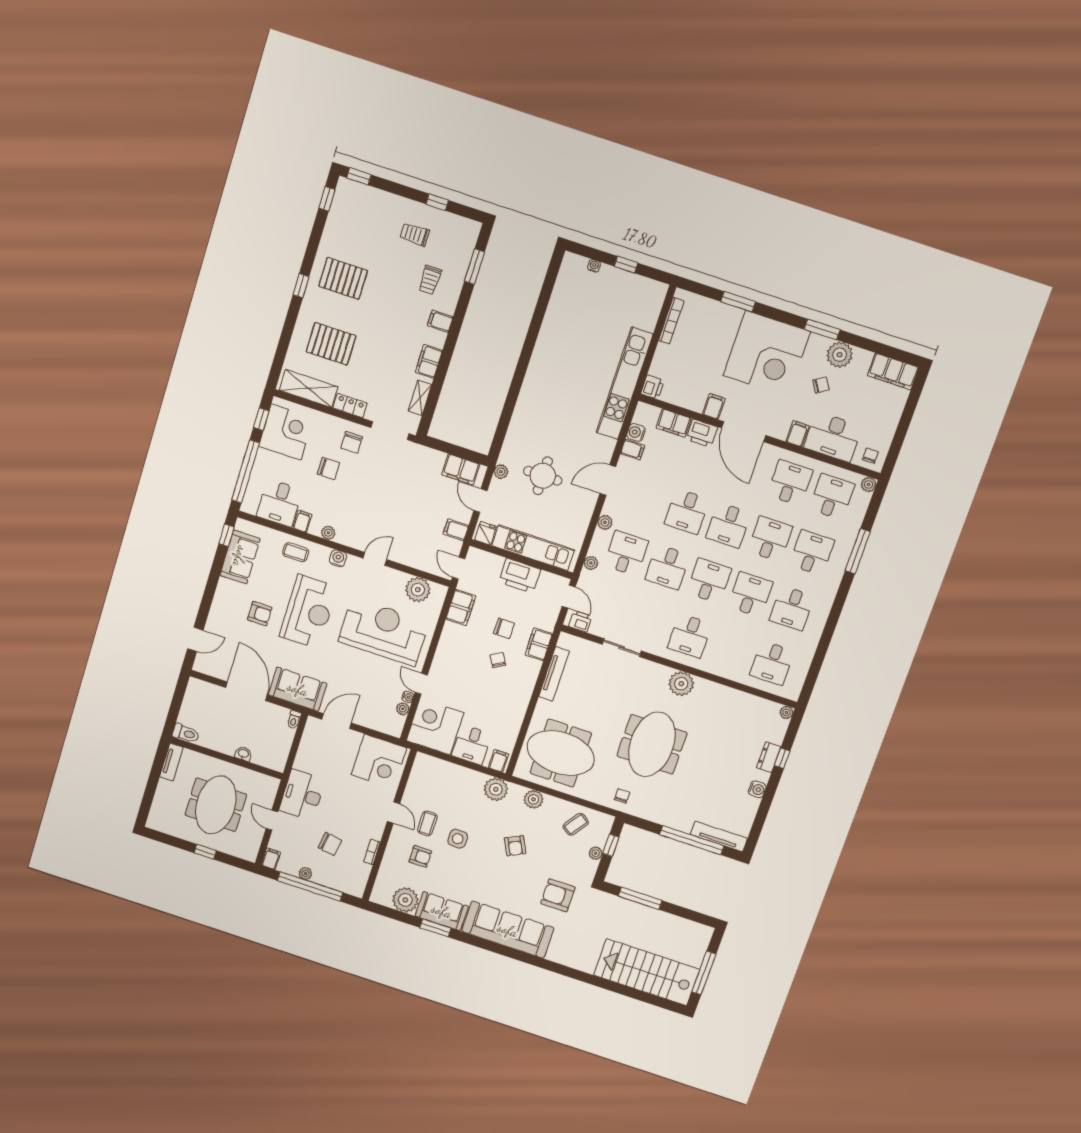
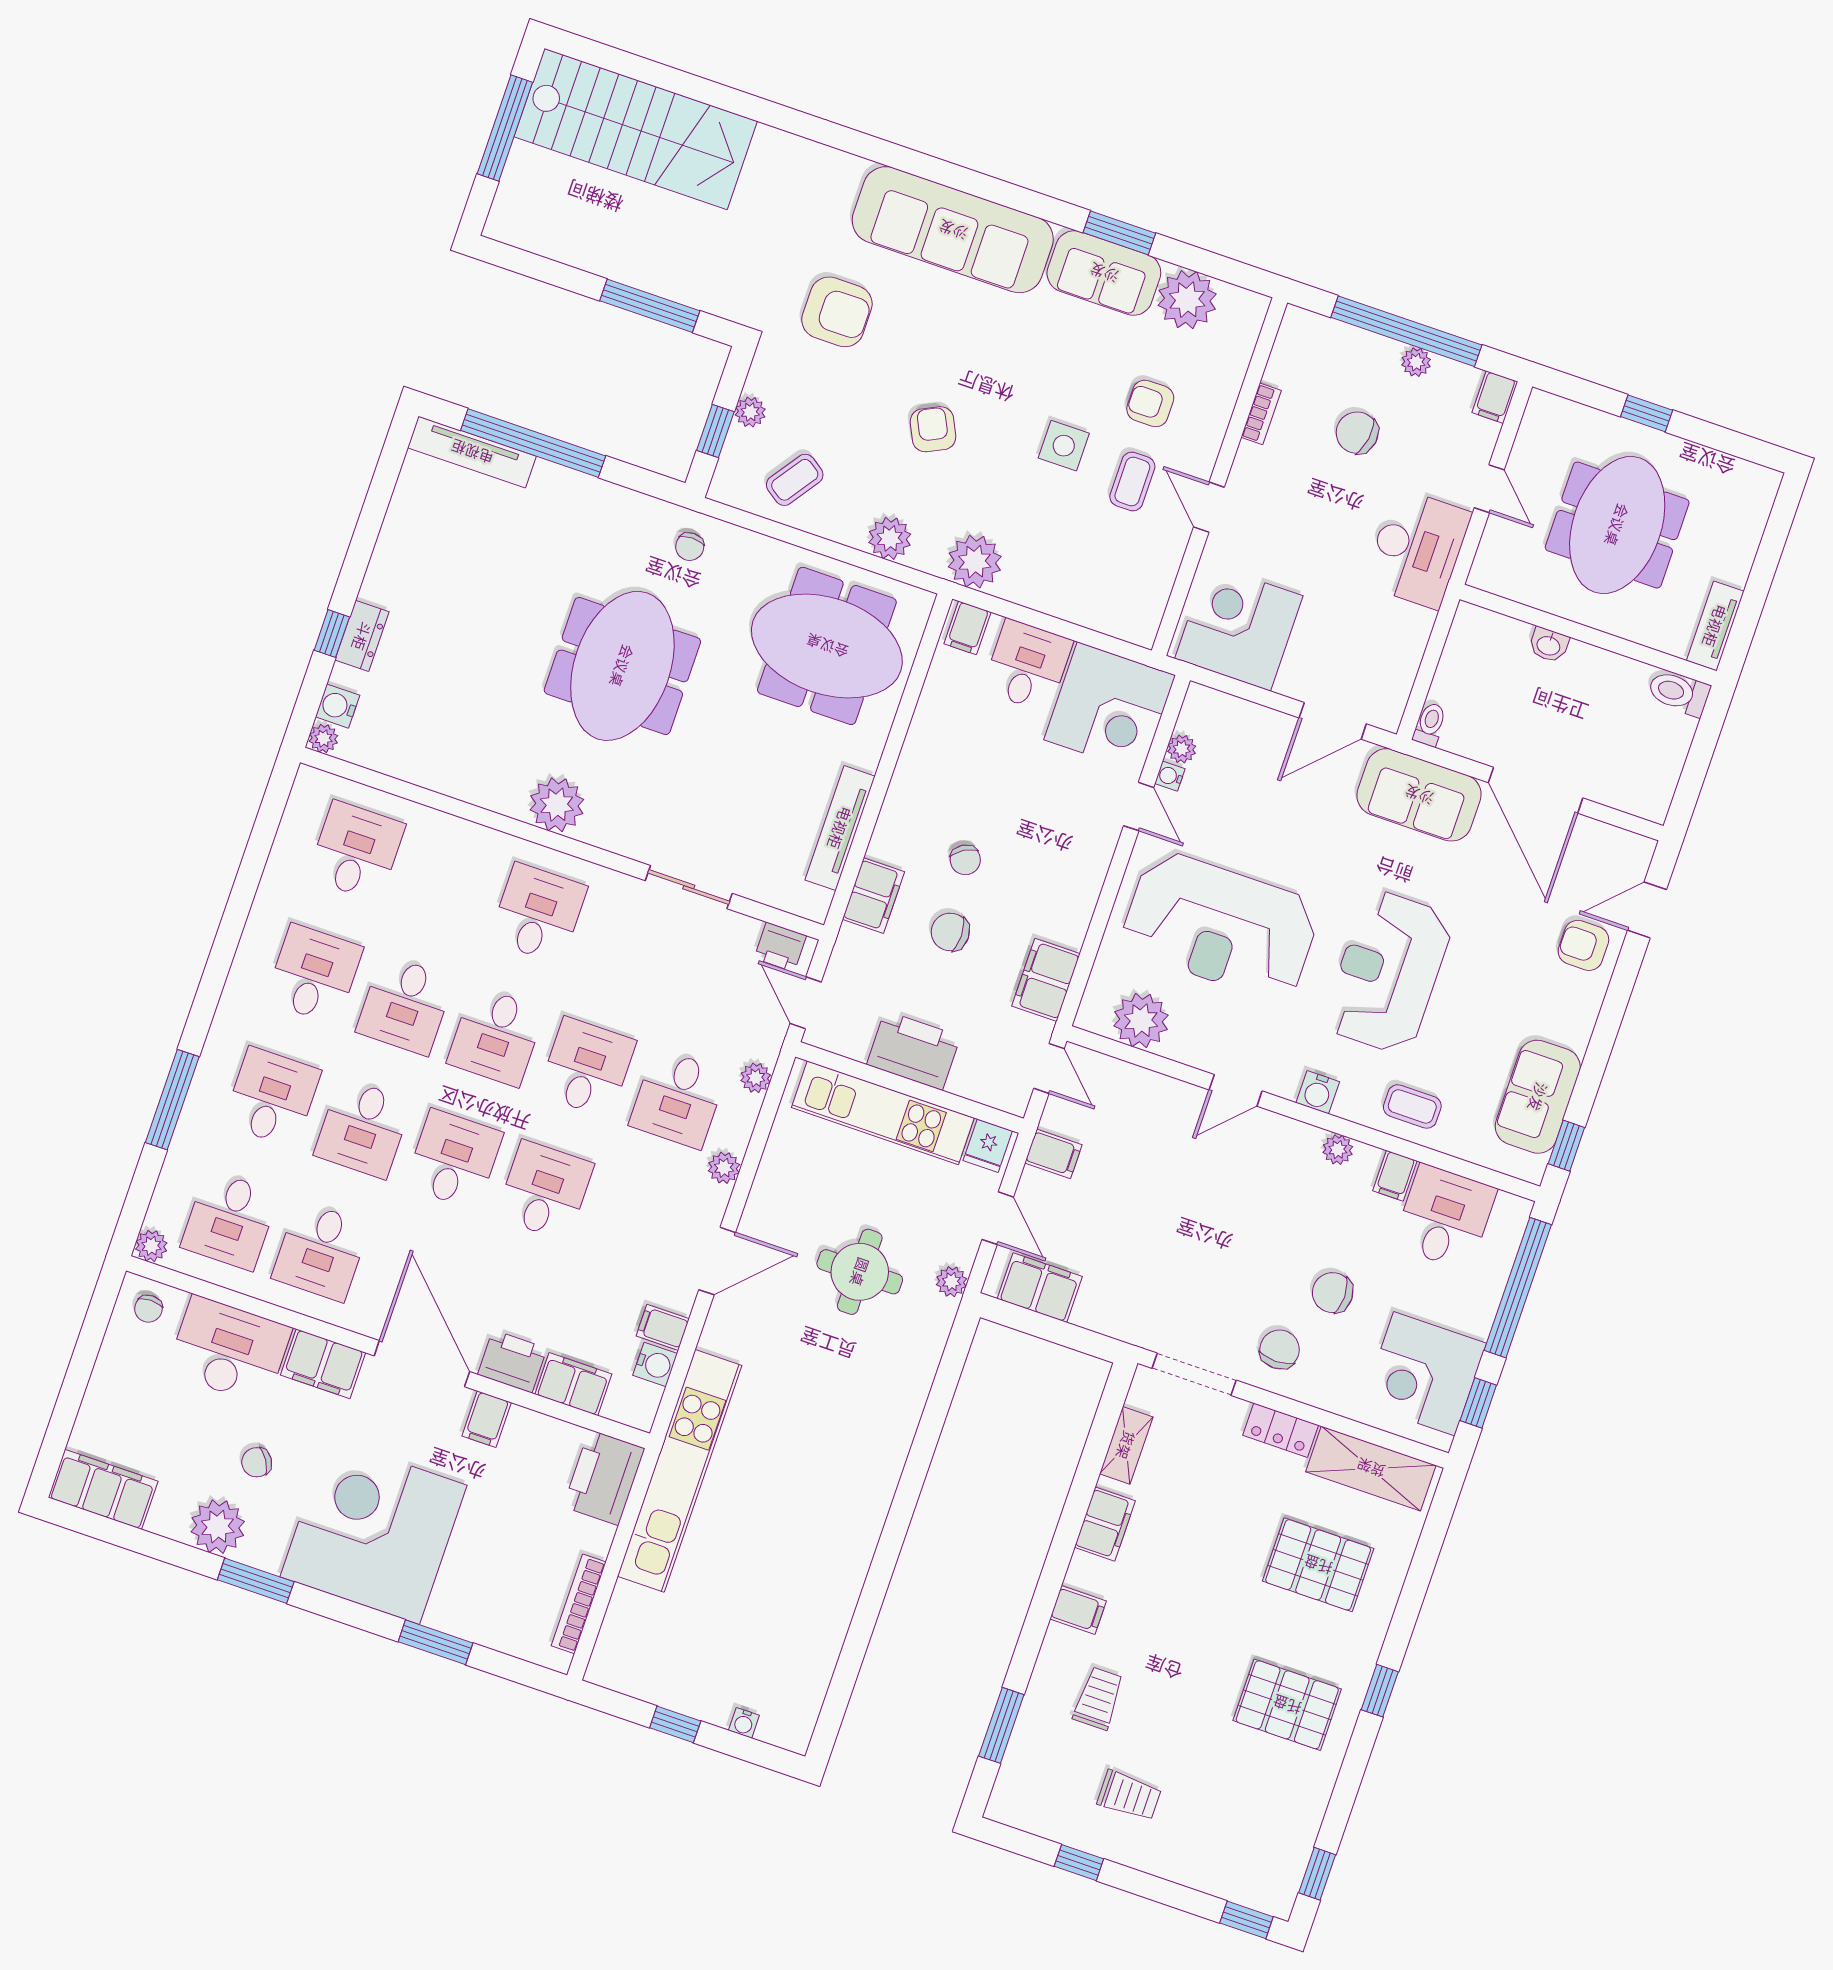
printer: (652, 387) -> (604, 1477), width x1.87, depth x1.48
filing cabinet: (798, 434) -> (323, 1364), width x2.00
desk: (812, 553) -> (272, 1097), turned 180
armchair: (260, 614) -> (1583, 945), moved
water cooler: (757, 789) -> (338, 706), moved

